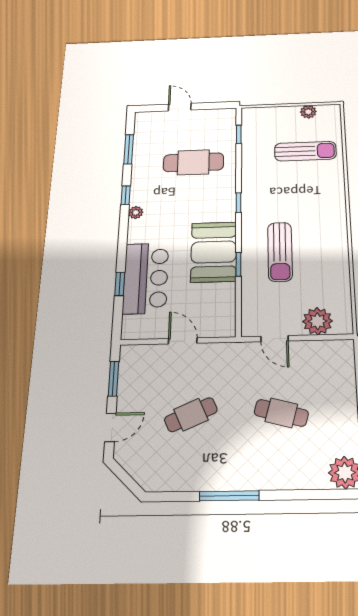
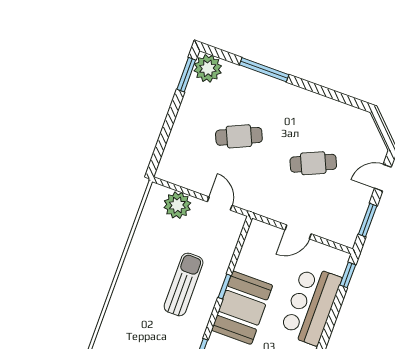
window: (120, 284) -> (348, 275), moved
door: (183, 341) -> (298, 232), hinge flipped
cafe table: (281, 413) -> (239, 136), turned -39
window: (229, 496) -> (264, 70), moved

